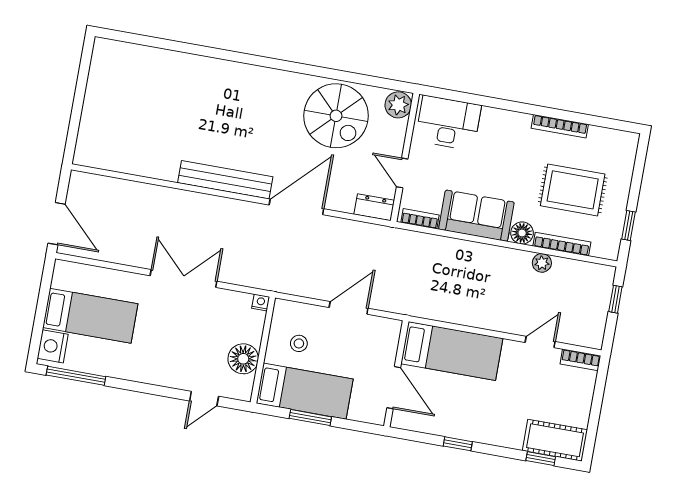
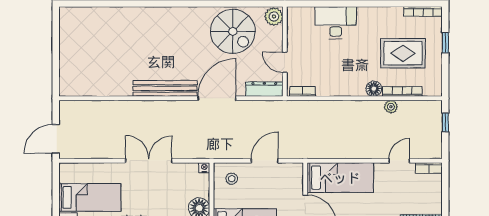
desk: (448, 123) -> (336, 23), moved
bookcase: (560, 126) -> (423, 11), moved
dresser: (374, 207) -> (264, 89), width x1.44
sofa: (476, 216) -> (341, 82), removed
door: (57, 224) -> (56, 139), swing flipped
window: (629, 226) -> (445, 43), moved
stool: (299, 343) -> (232, 179), moved

